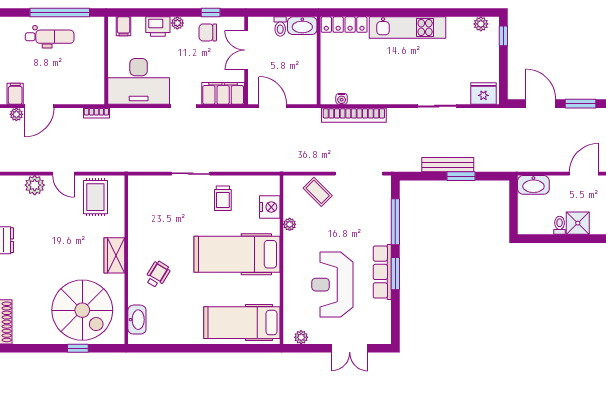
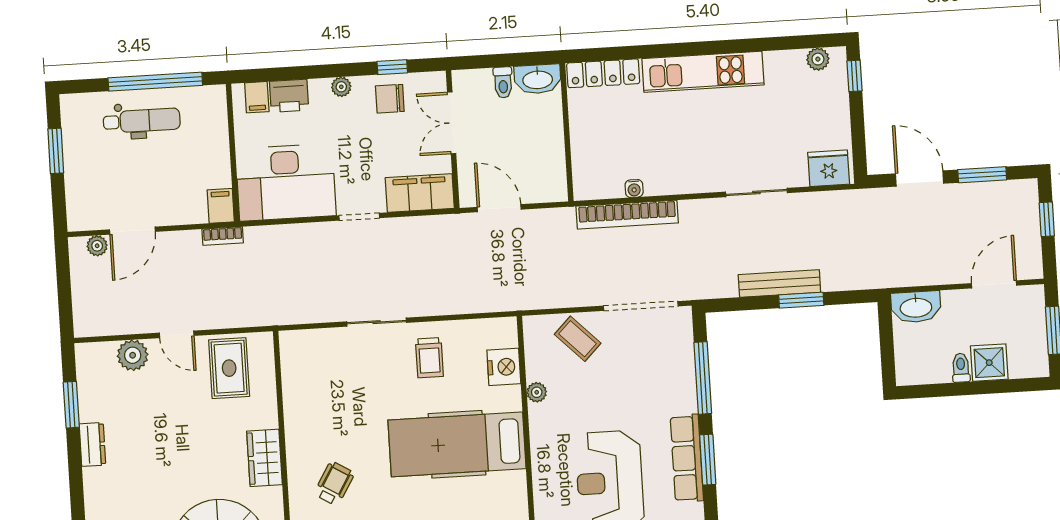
printer: (158, 27) -> (289, 96), moved
filing cabinet: (15, 94) -> (221, 206), moved
water cooler: (342, 99) -> (634, 189), moved

